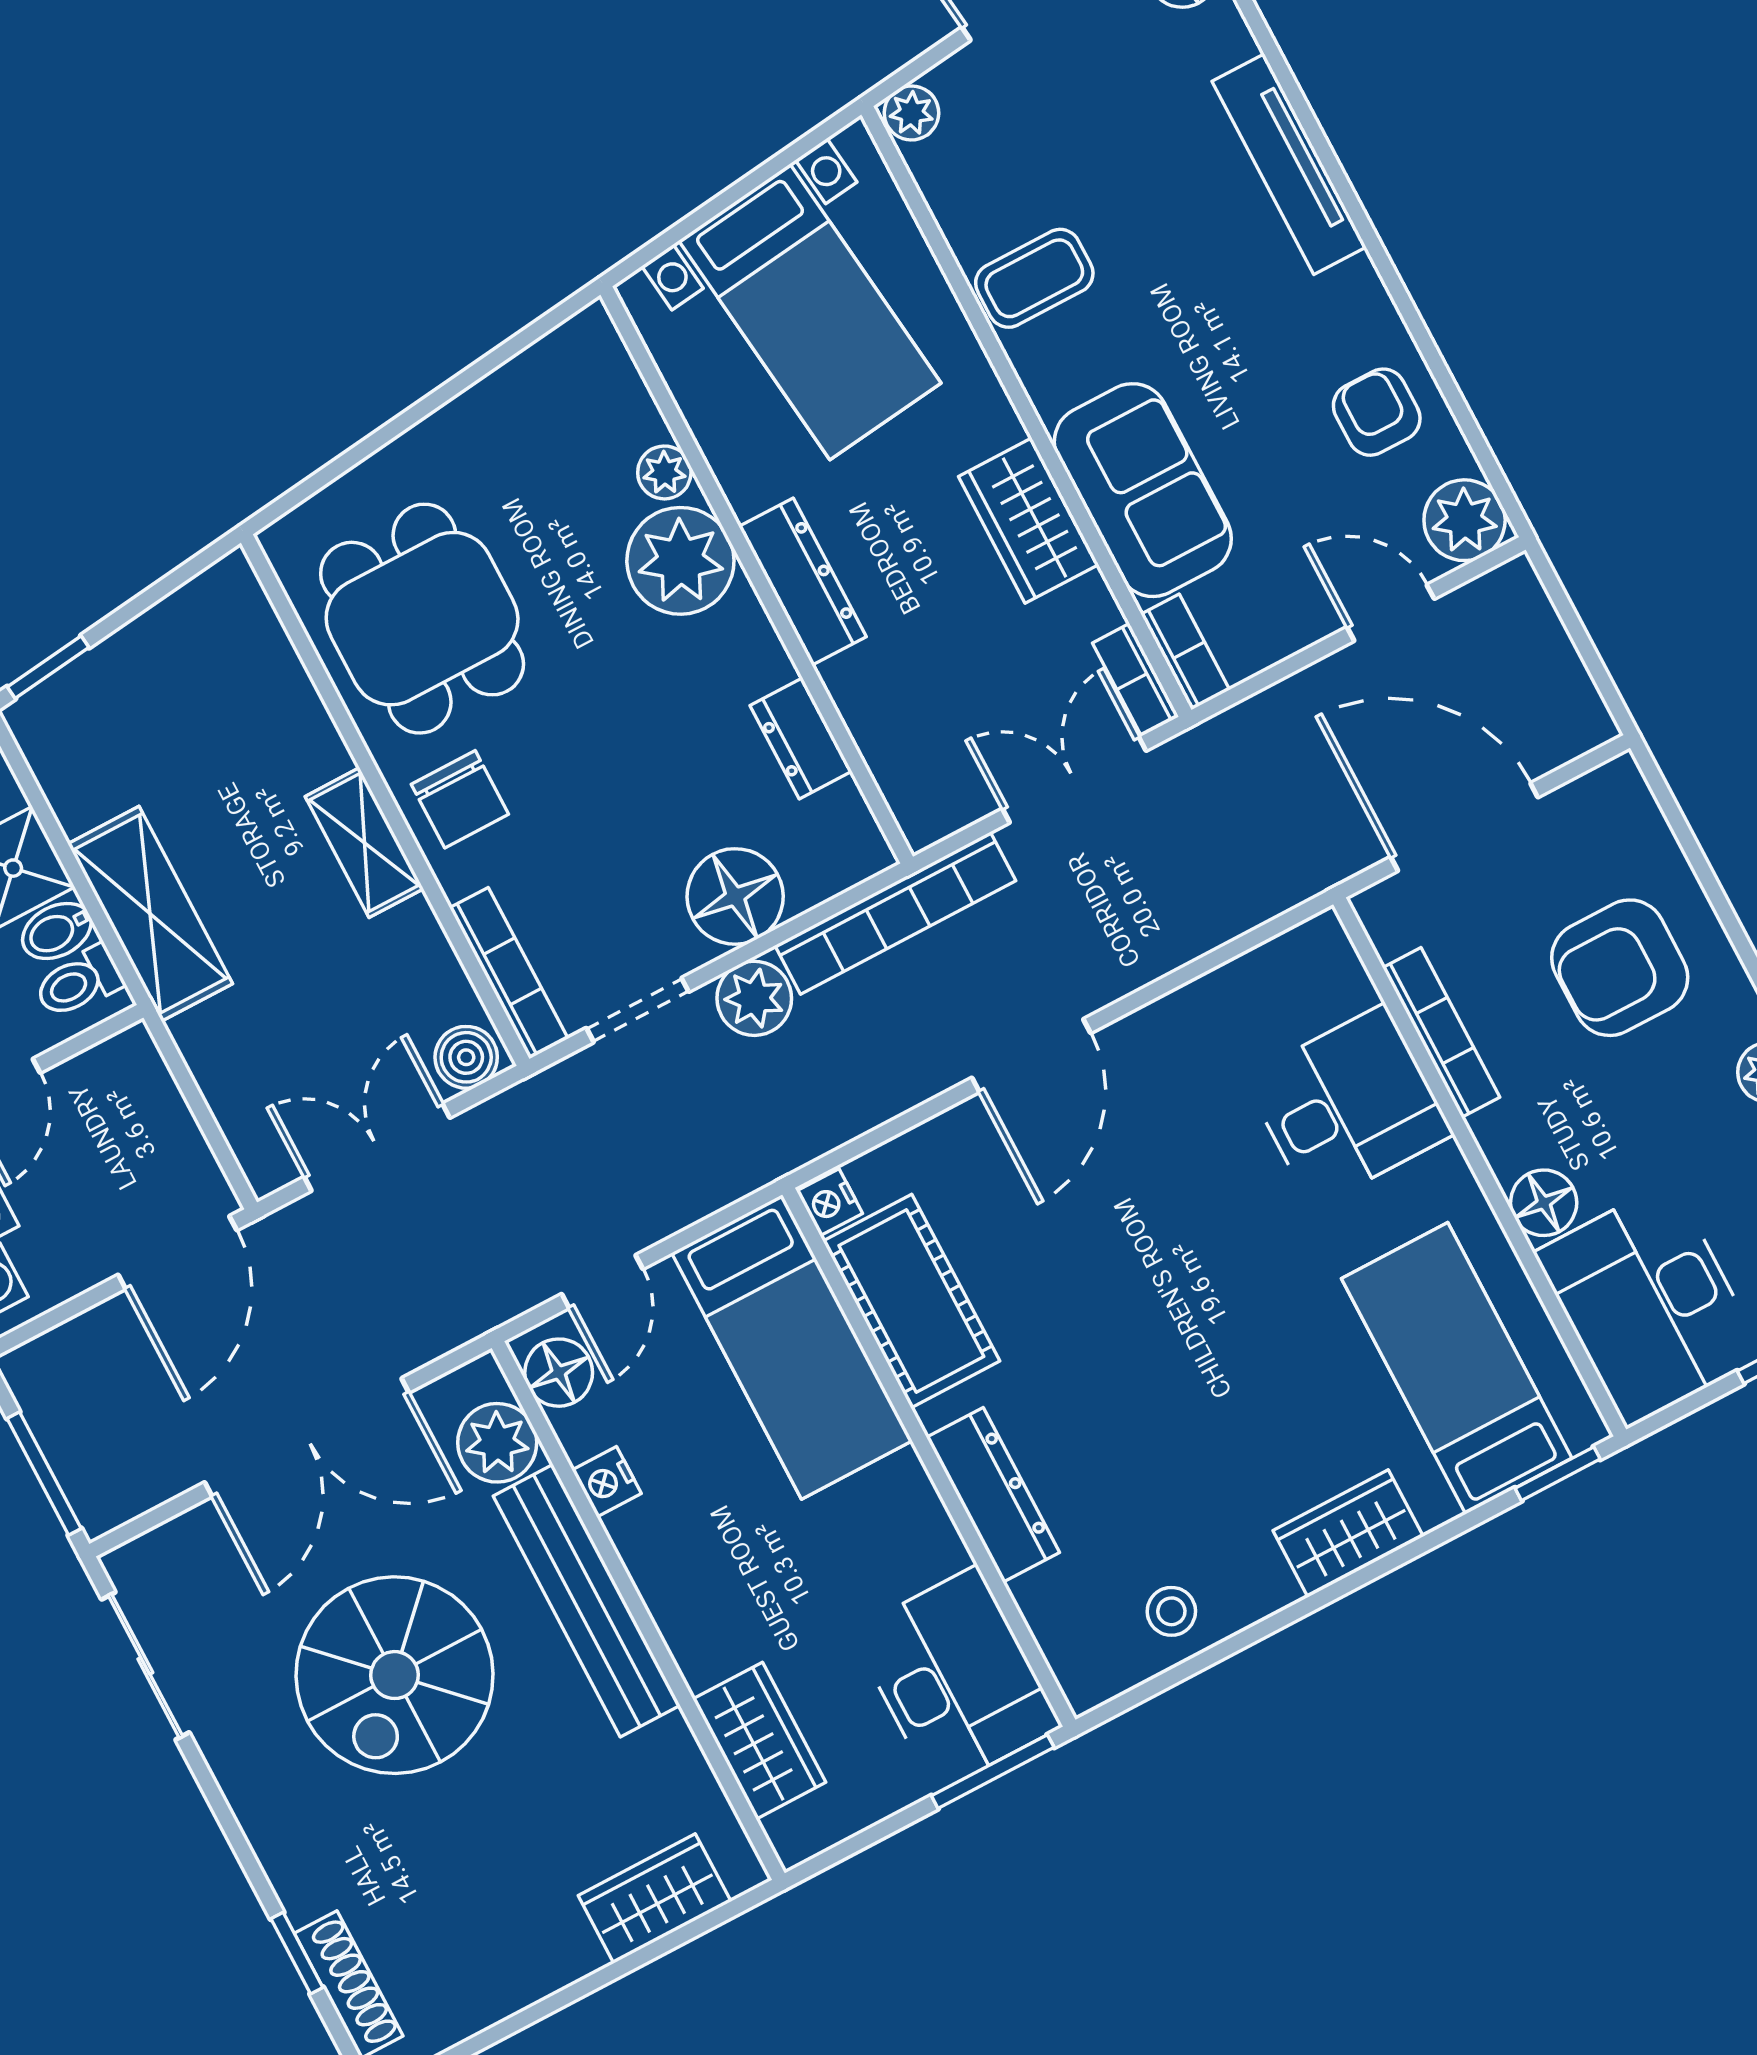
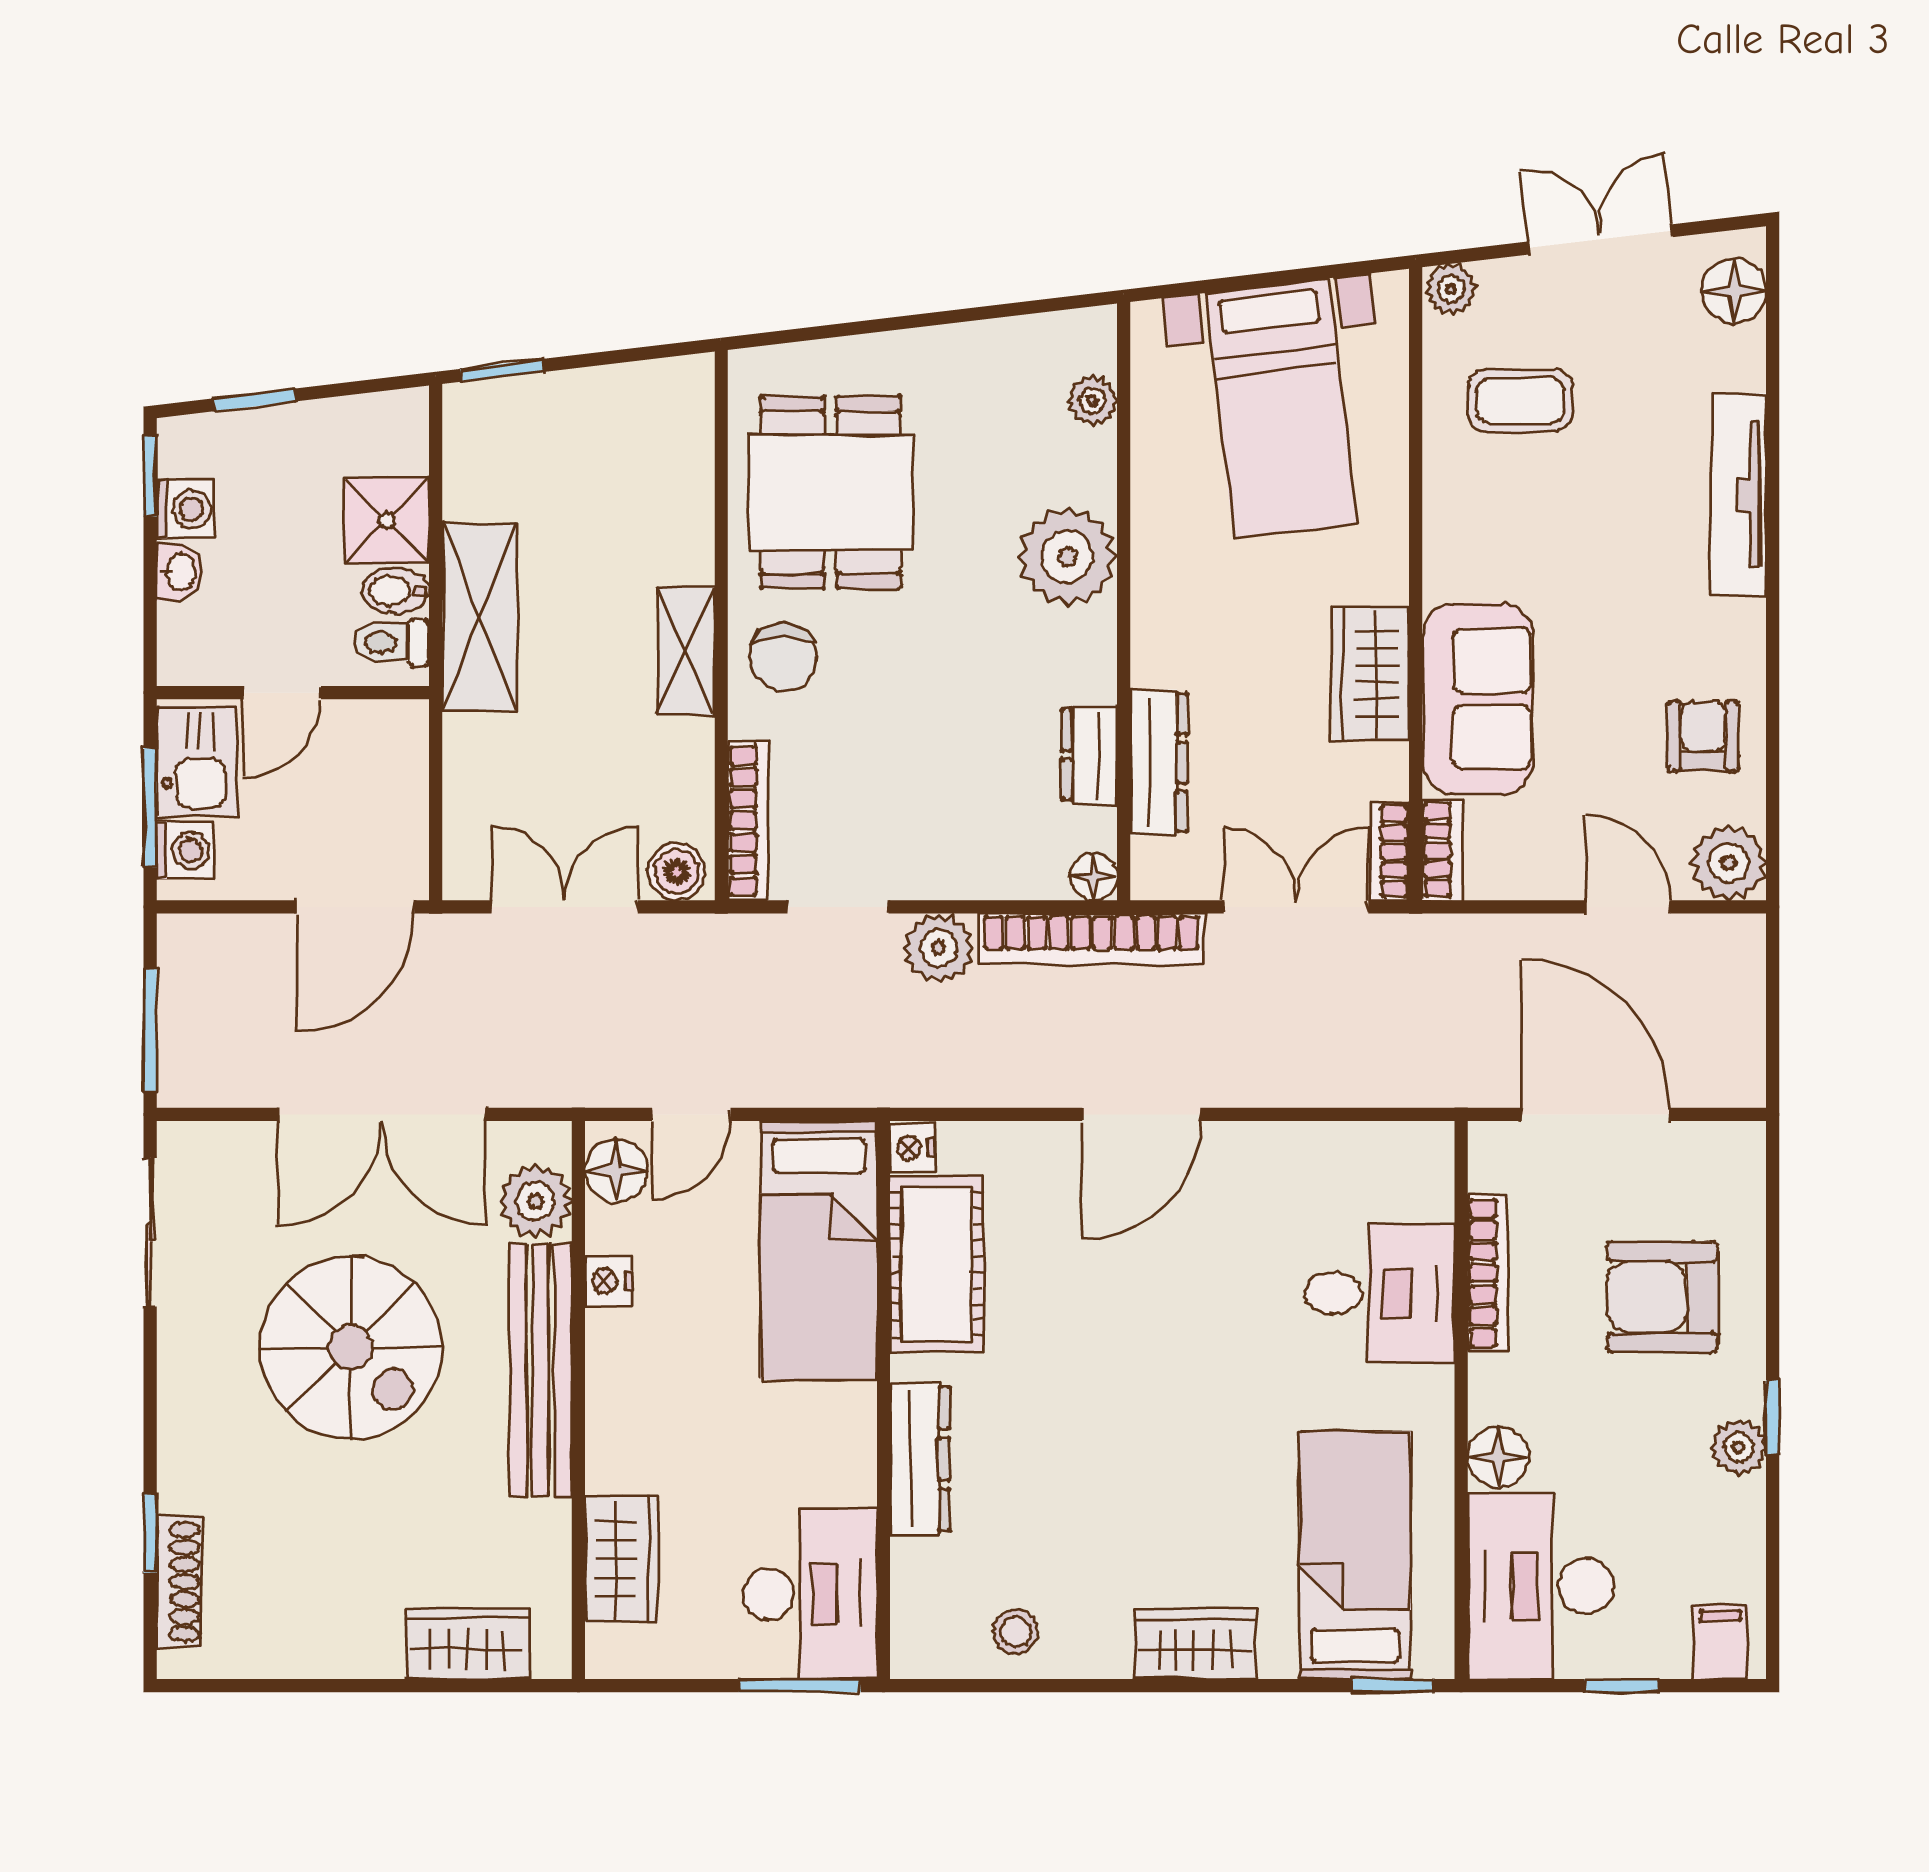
coffee table: (1034, 278) -> (1520, 401), moved
plant: (664, 472) -> (1093, 401), moved
dresser: (803, 582) -> (1159, 763), moved
floor lamp: (735, 896) -> (1094, 877), moved, width x0.53, depth x0.53
spiral stairs: (395, 1675) -> (351, 1348), turned -90

